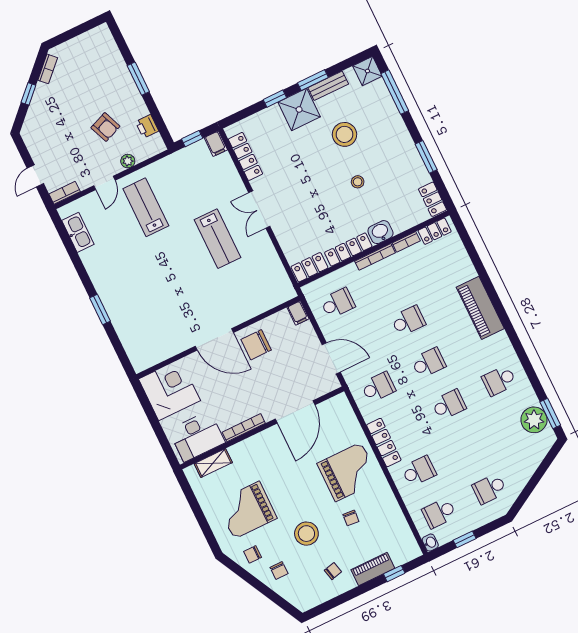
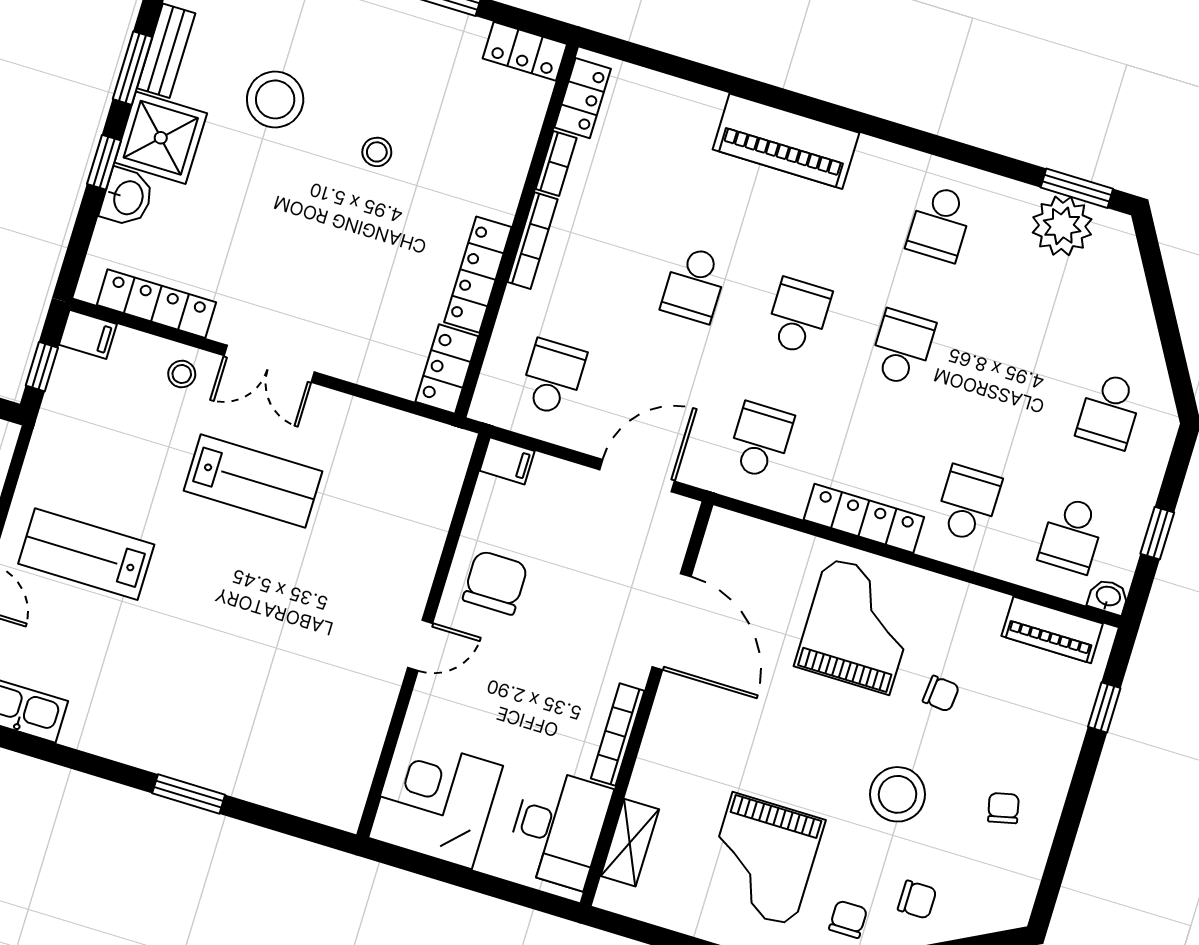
stool: (231, 185) -> (182, 374), added
washbasin: (380, 232) -> (127, 197), moved, turned 180
school desk: (408, 321) -> (694, 285), turned 180
door: (214, 339) -> (420, 645), width x0.53
chair: (256, 345) -> (495, 583), turned 180
chair: (253, 554) -> (848, 919), turned 180
piano: (373, 569) -> (1052, 630), moved, turned -90

